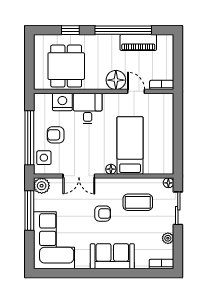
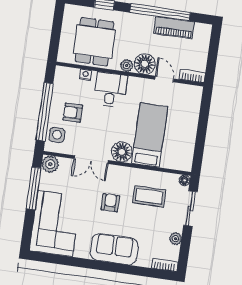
plant: (99, 84) -> (127, 65), added
nightstand: (62, 102) -> (85, 75), width x0.53, depth x0.56
floor lamp: (111, 169) -> (122, 152), width x1.89, depth x1.89
armchair: (103, 214) -> (110, 203), turned -90

